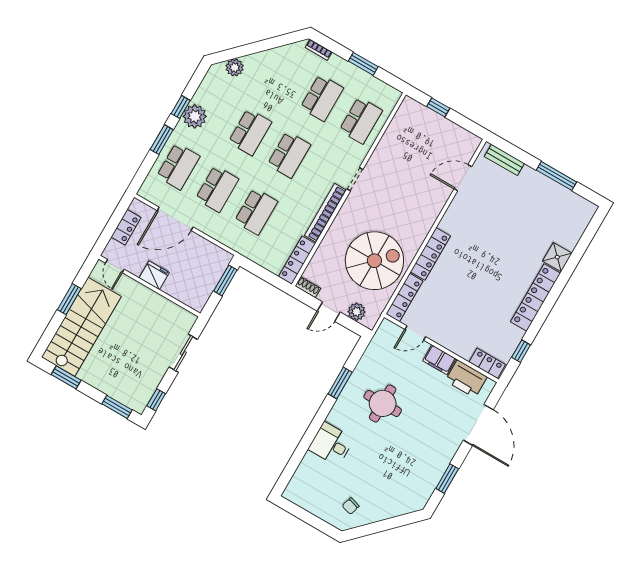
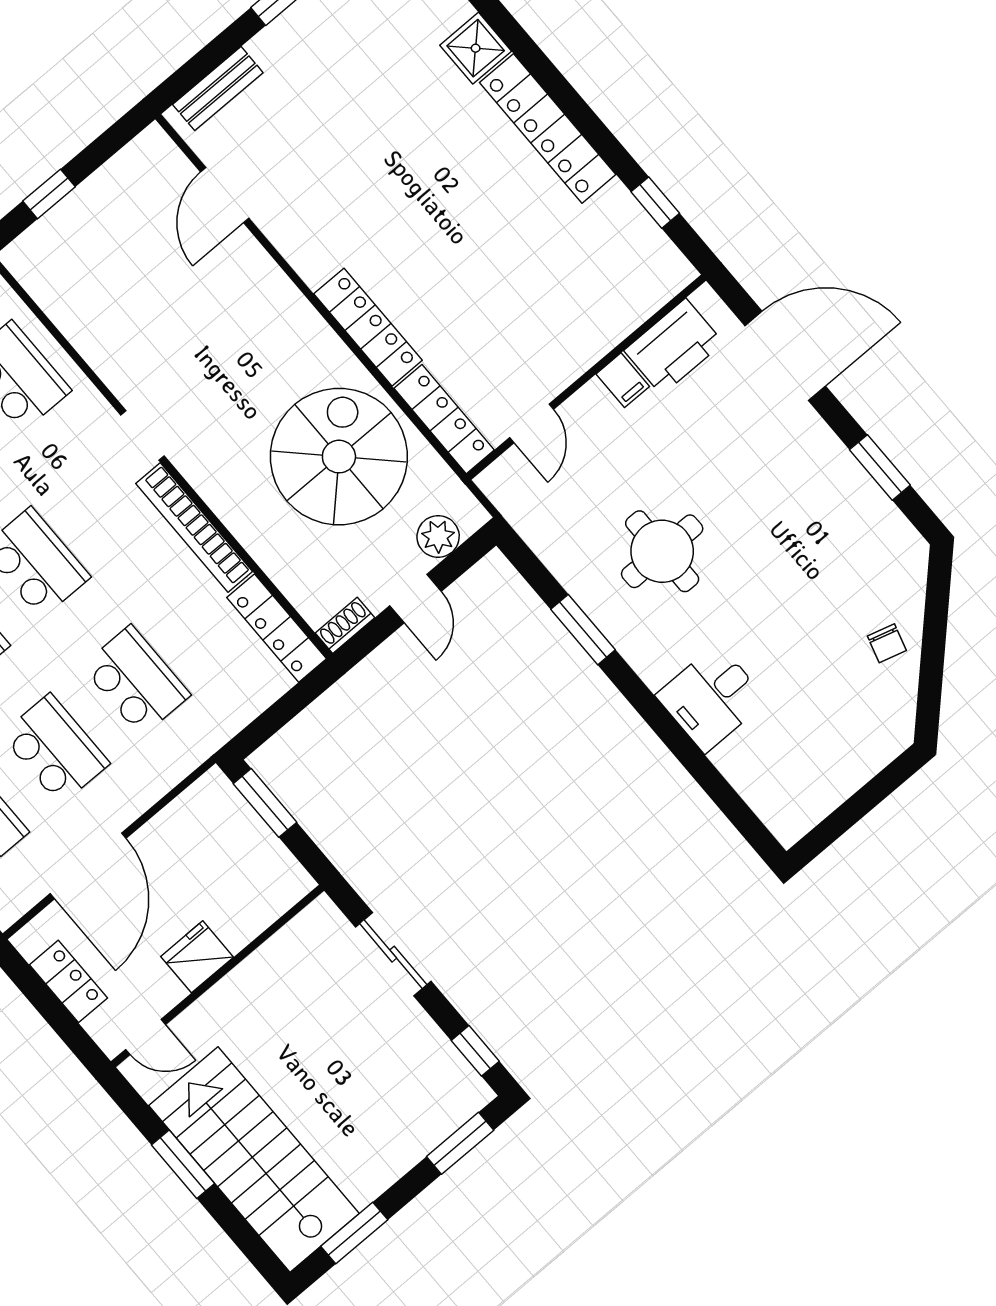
filing cabinet: (439, 360) -> (623, 380), width x0.50
locker: (487, 363) -> (656, 287), removed
chair: (351, 506) -> (887, 643), moved

